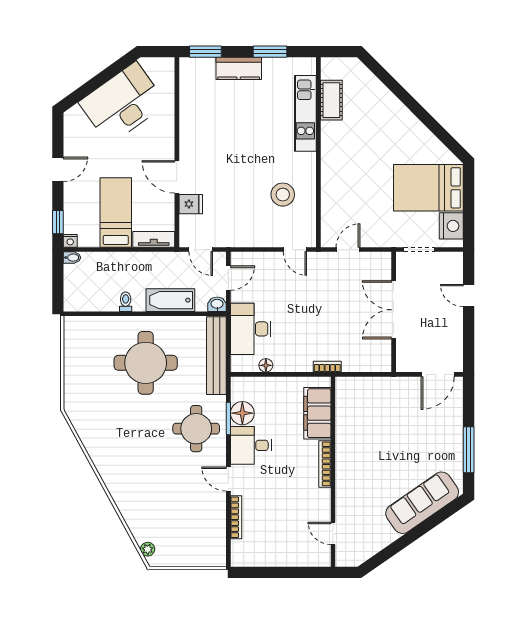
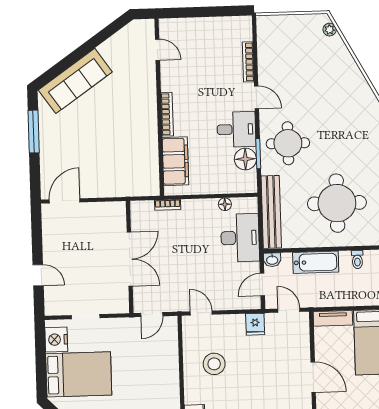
fridge: (191, 204) -> (255, 324), moved, turned -90
double door: (394, 310) -> (130, 259), moved
wall: (394, 312) -> (130, 257), moved

